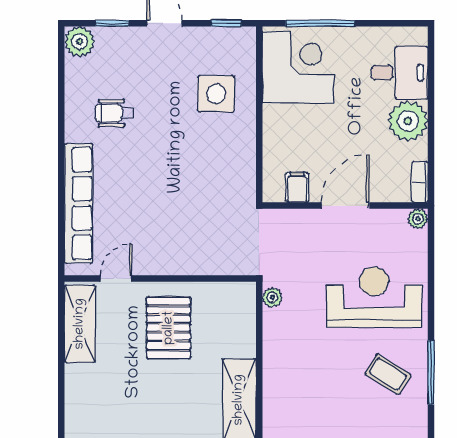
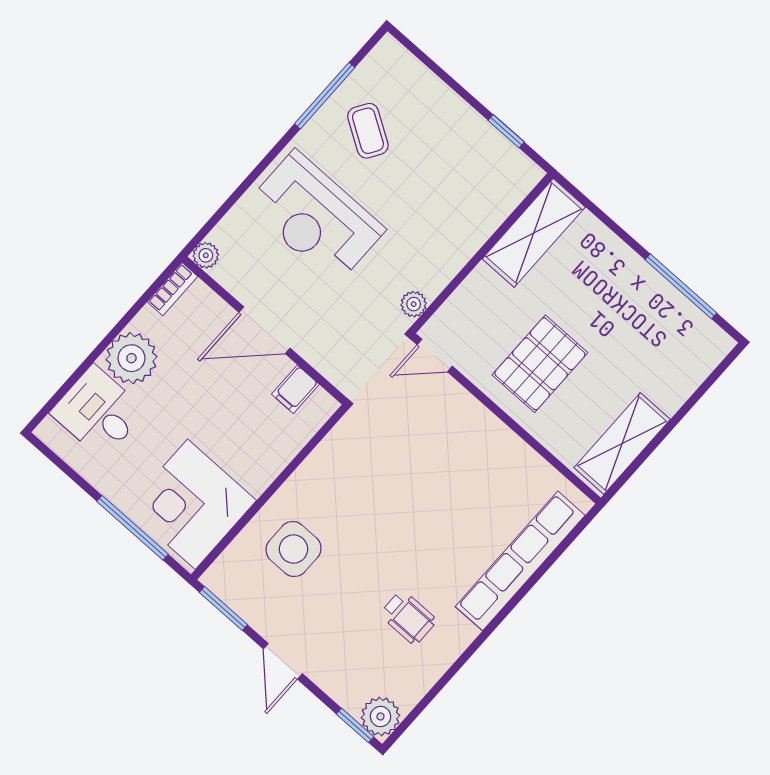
window: (112, 23) -> (355, 725), moved
window: (226, 23) -> (223, 608), width x1.50
door: (116, 278) -> (435, 355), moved

